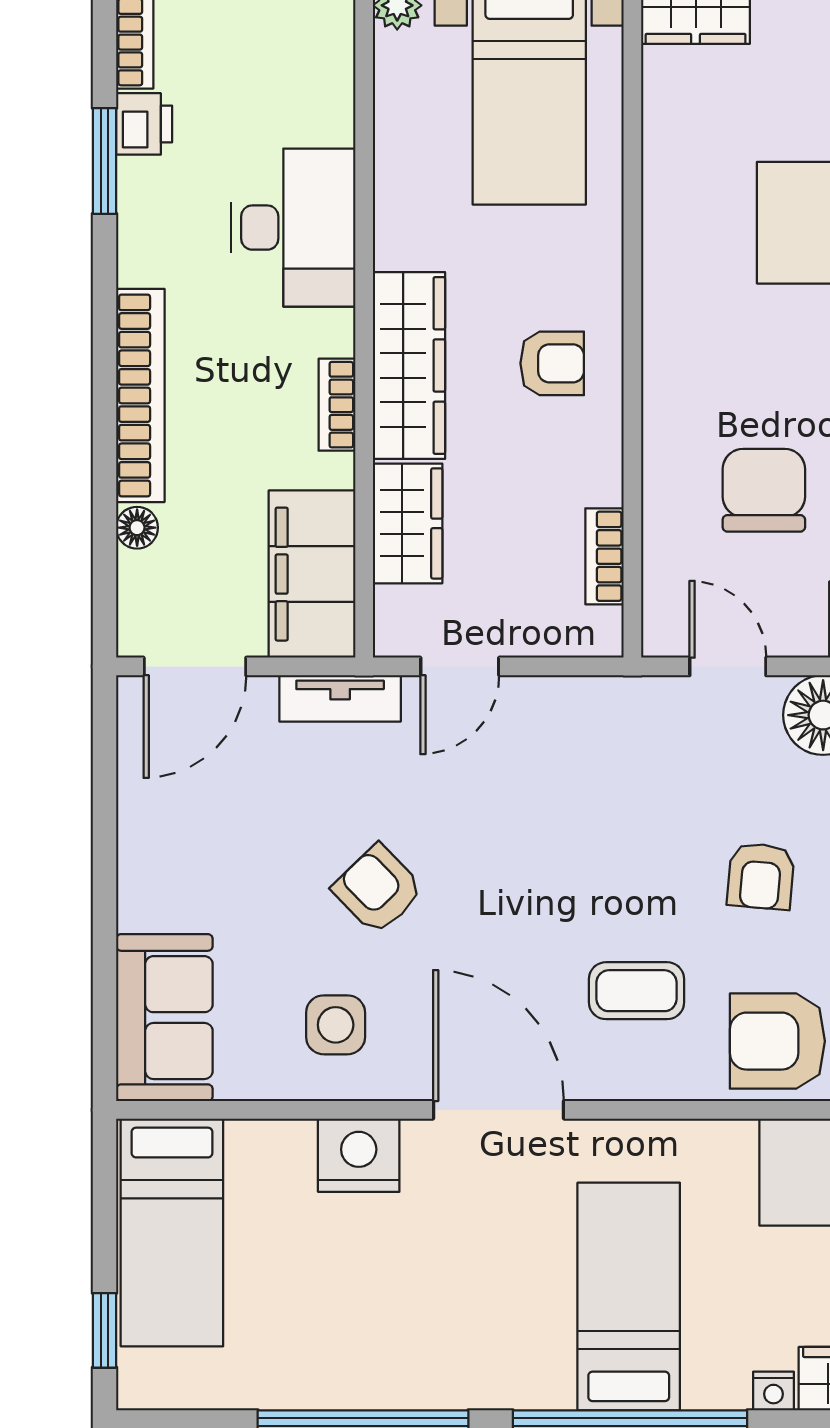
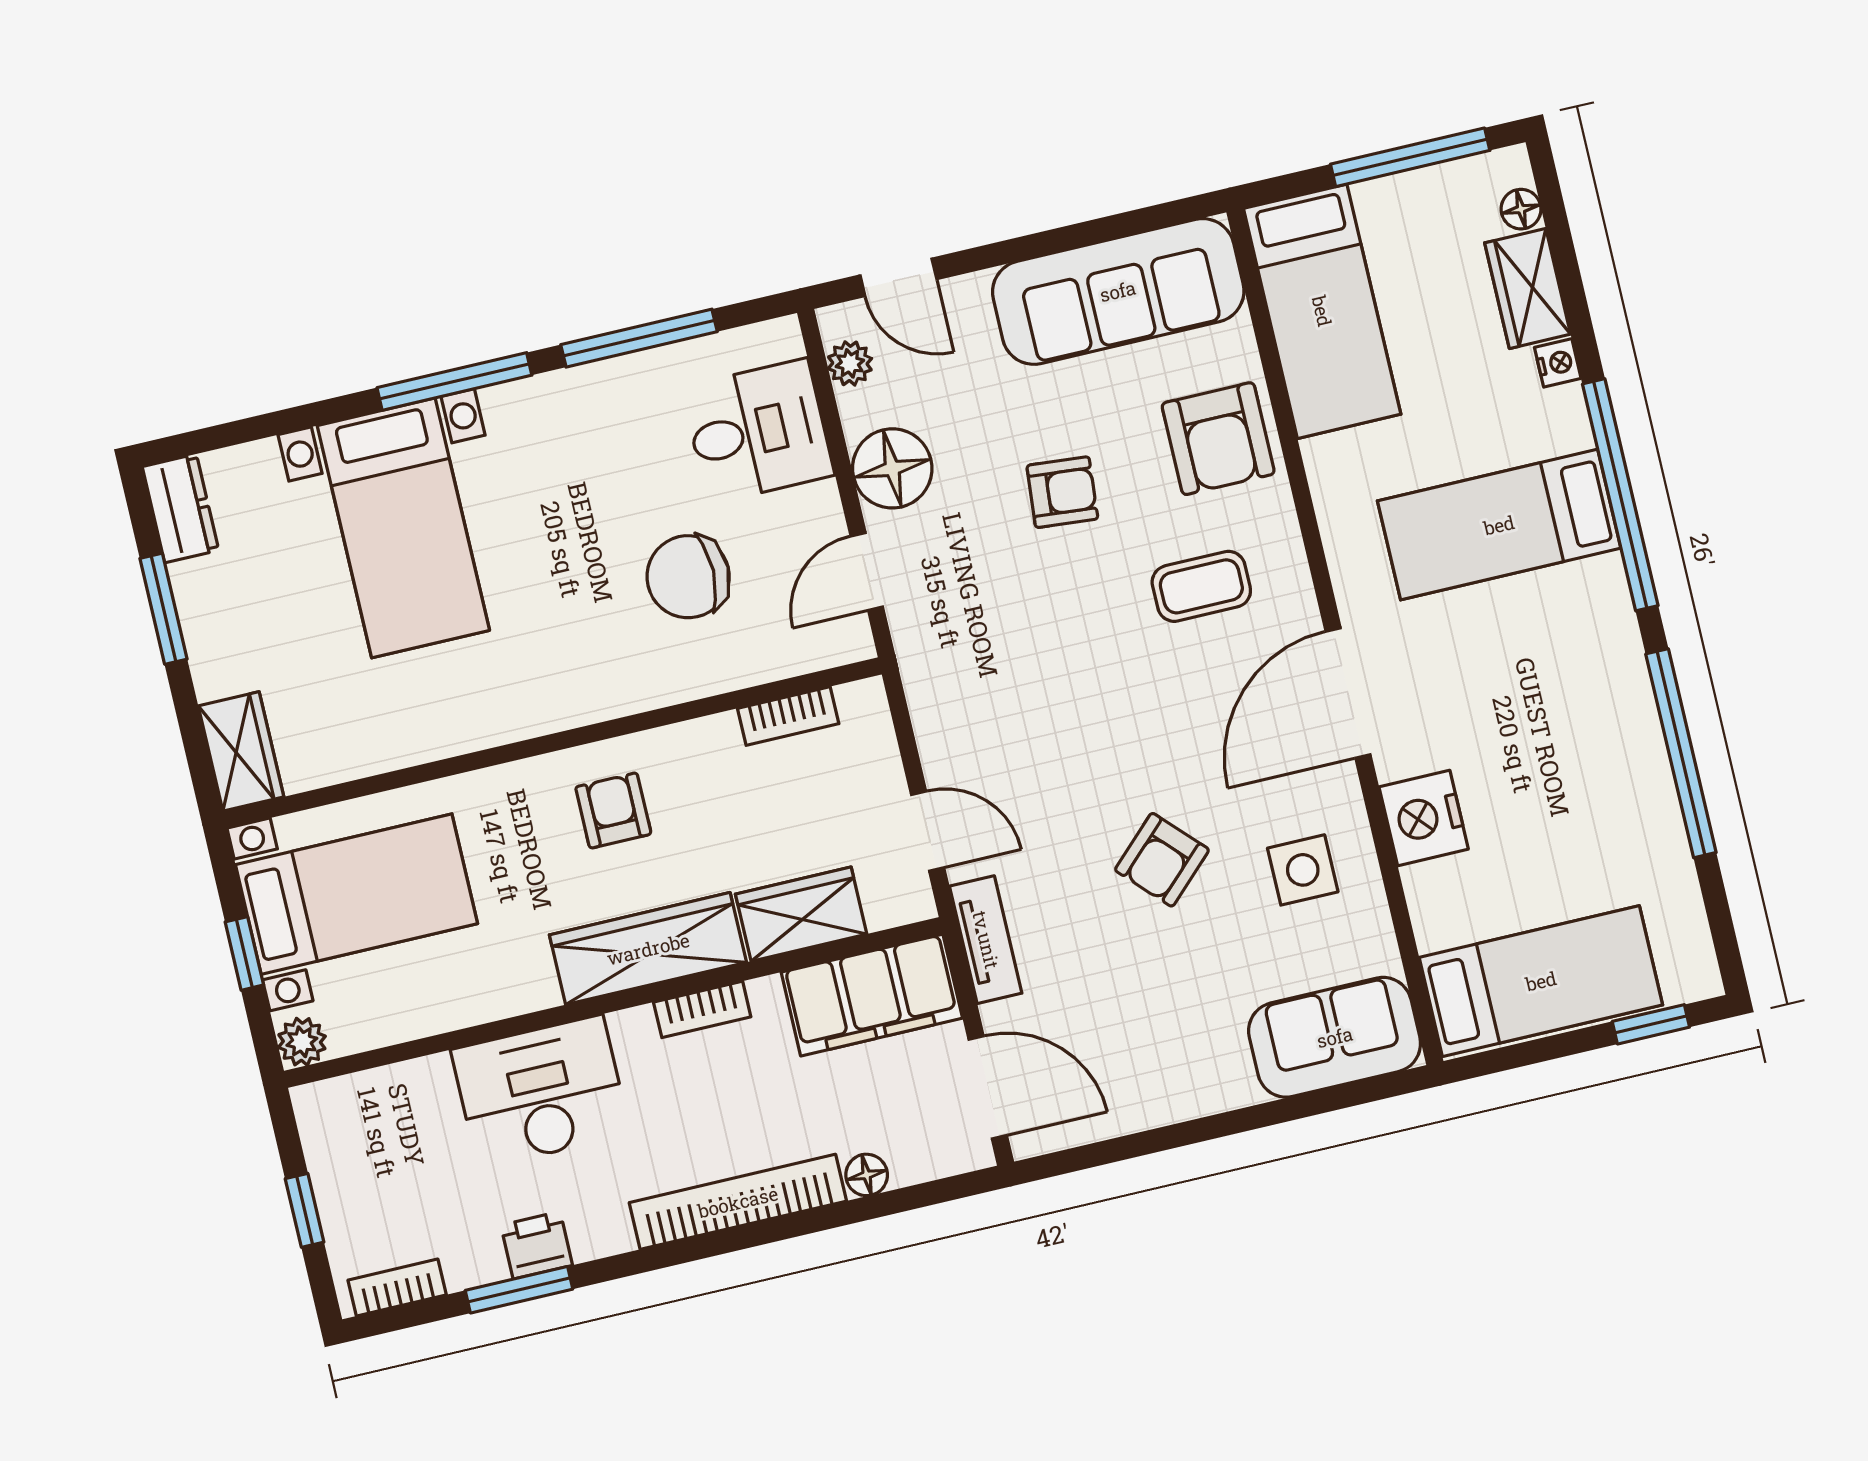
printer: (144, 124) -> (537, 1245), moved
coffee table: (637, 991) -> (1201, 586), turned 90

